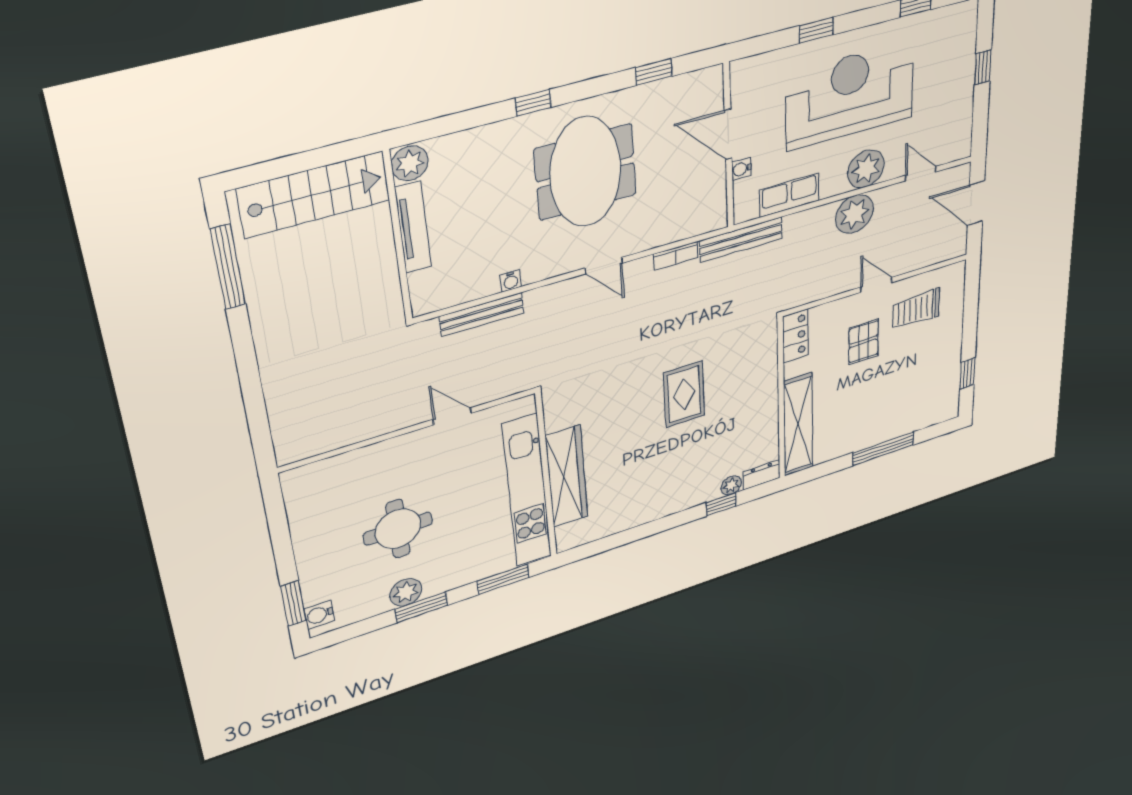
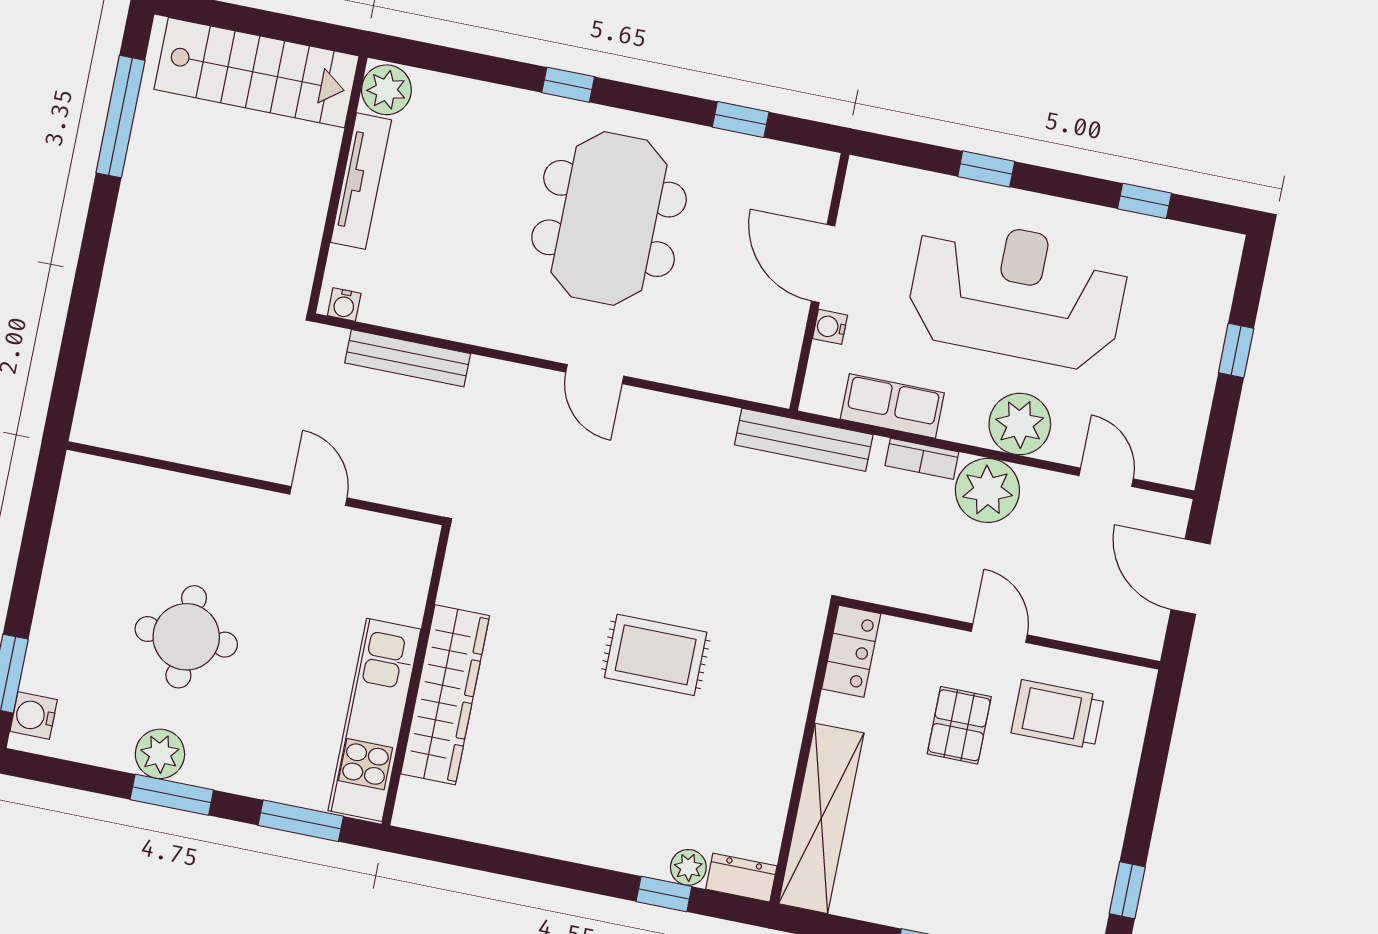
bookcase: (676, 256) -> (922, 459), moved
water cooler: (511, 281) -> (344, 305), moved
rug: (684, 394) -> (656, 655), turned 90
kitchen unit: (527, 491) -> (374, 720), width x0.73

